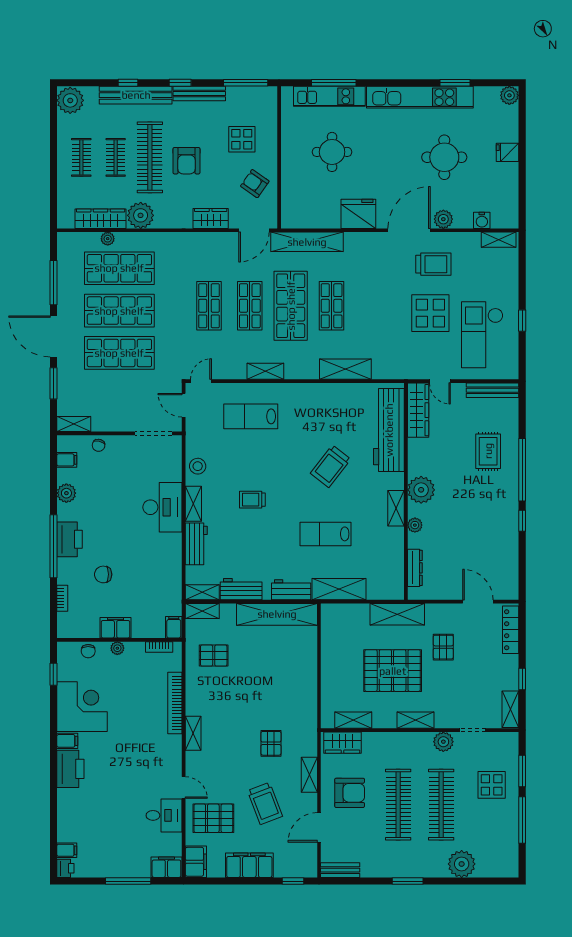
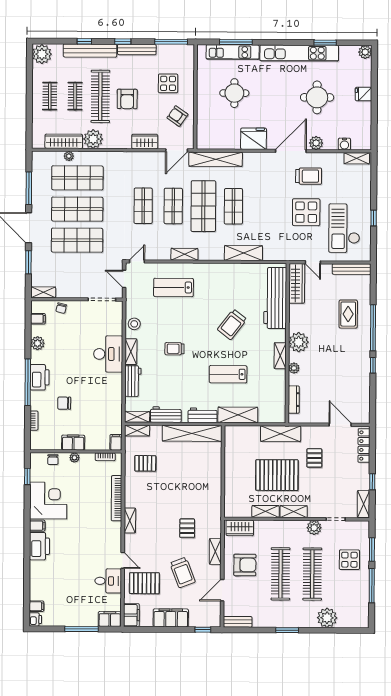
shelving: (353, 720) -> (266, 511), moved

